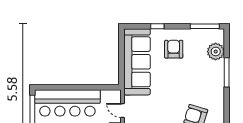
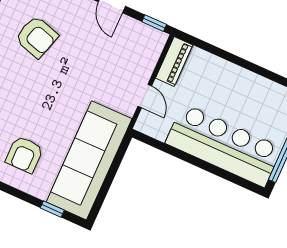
window: (157, 26) -> (52, 209), moved

